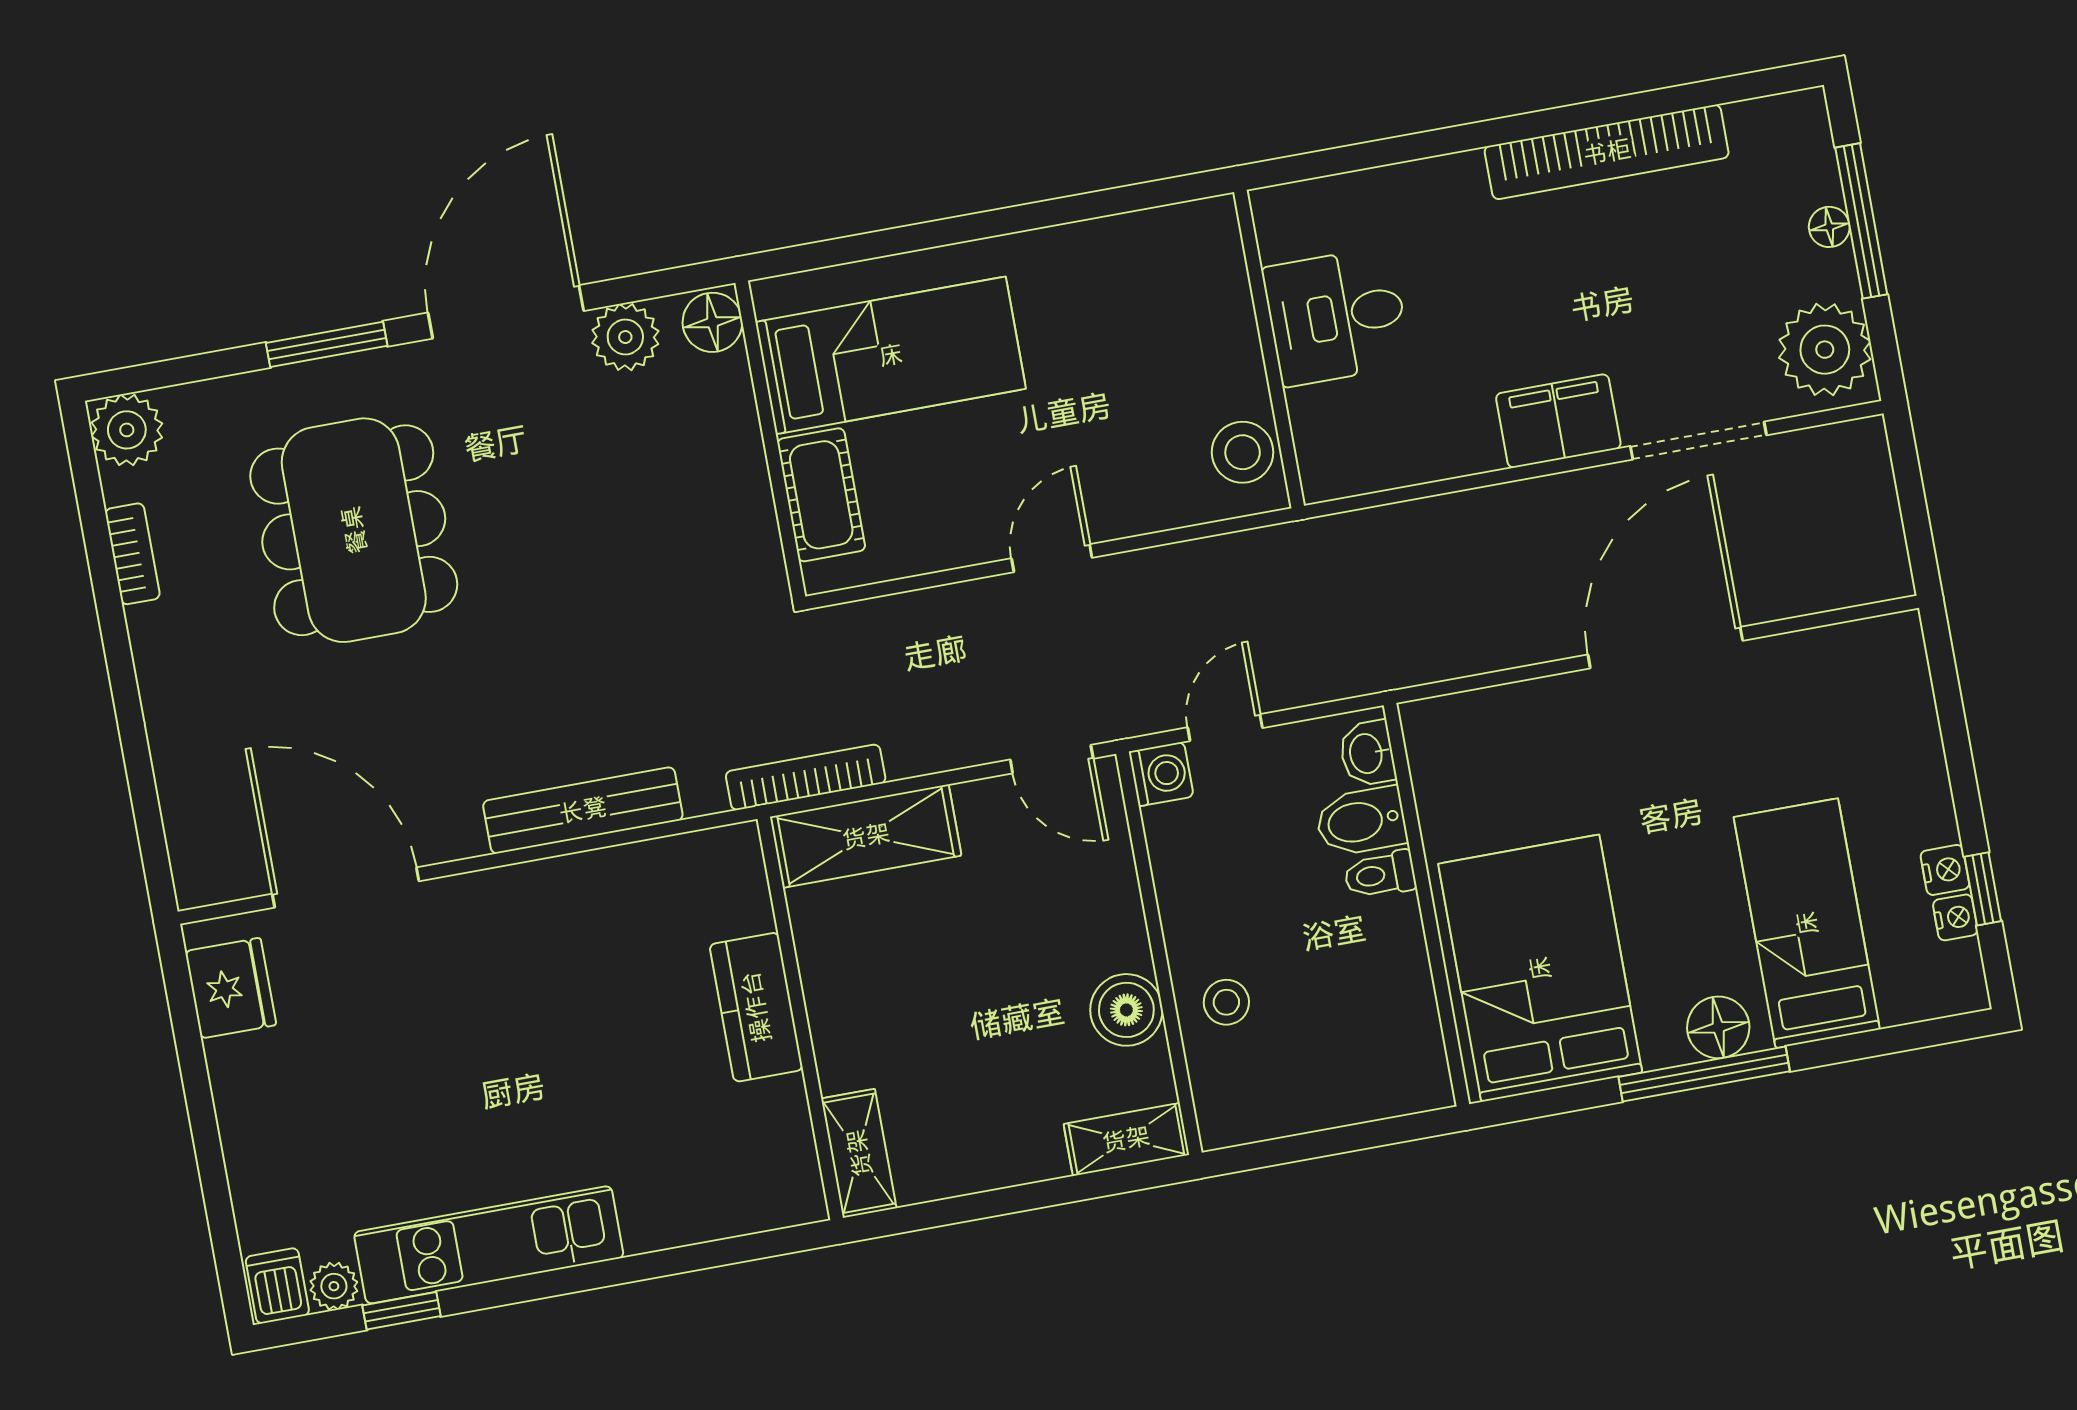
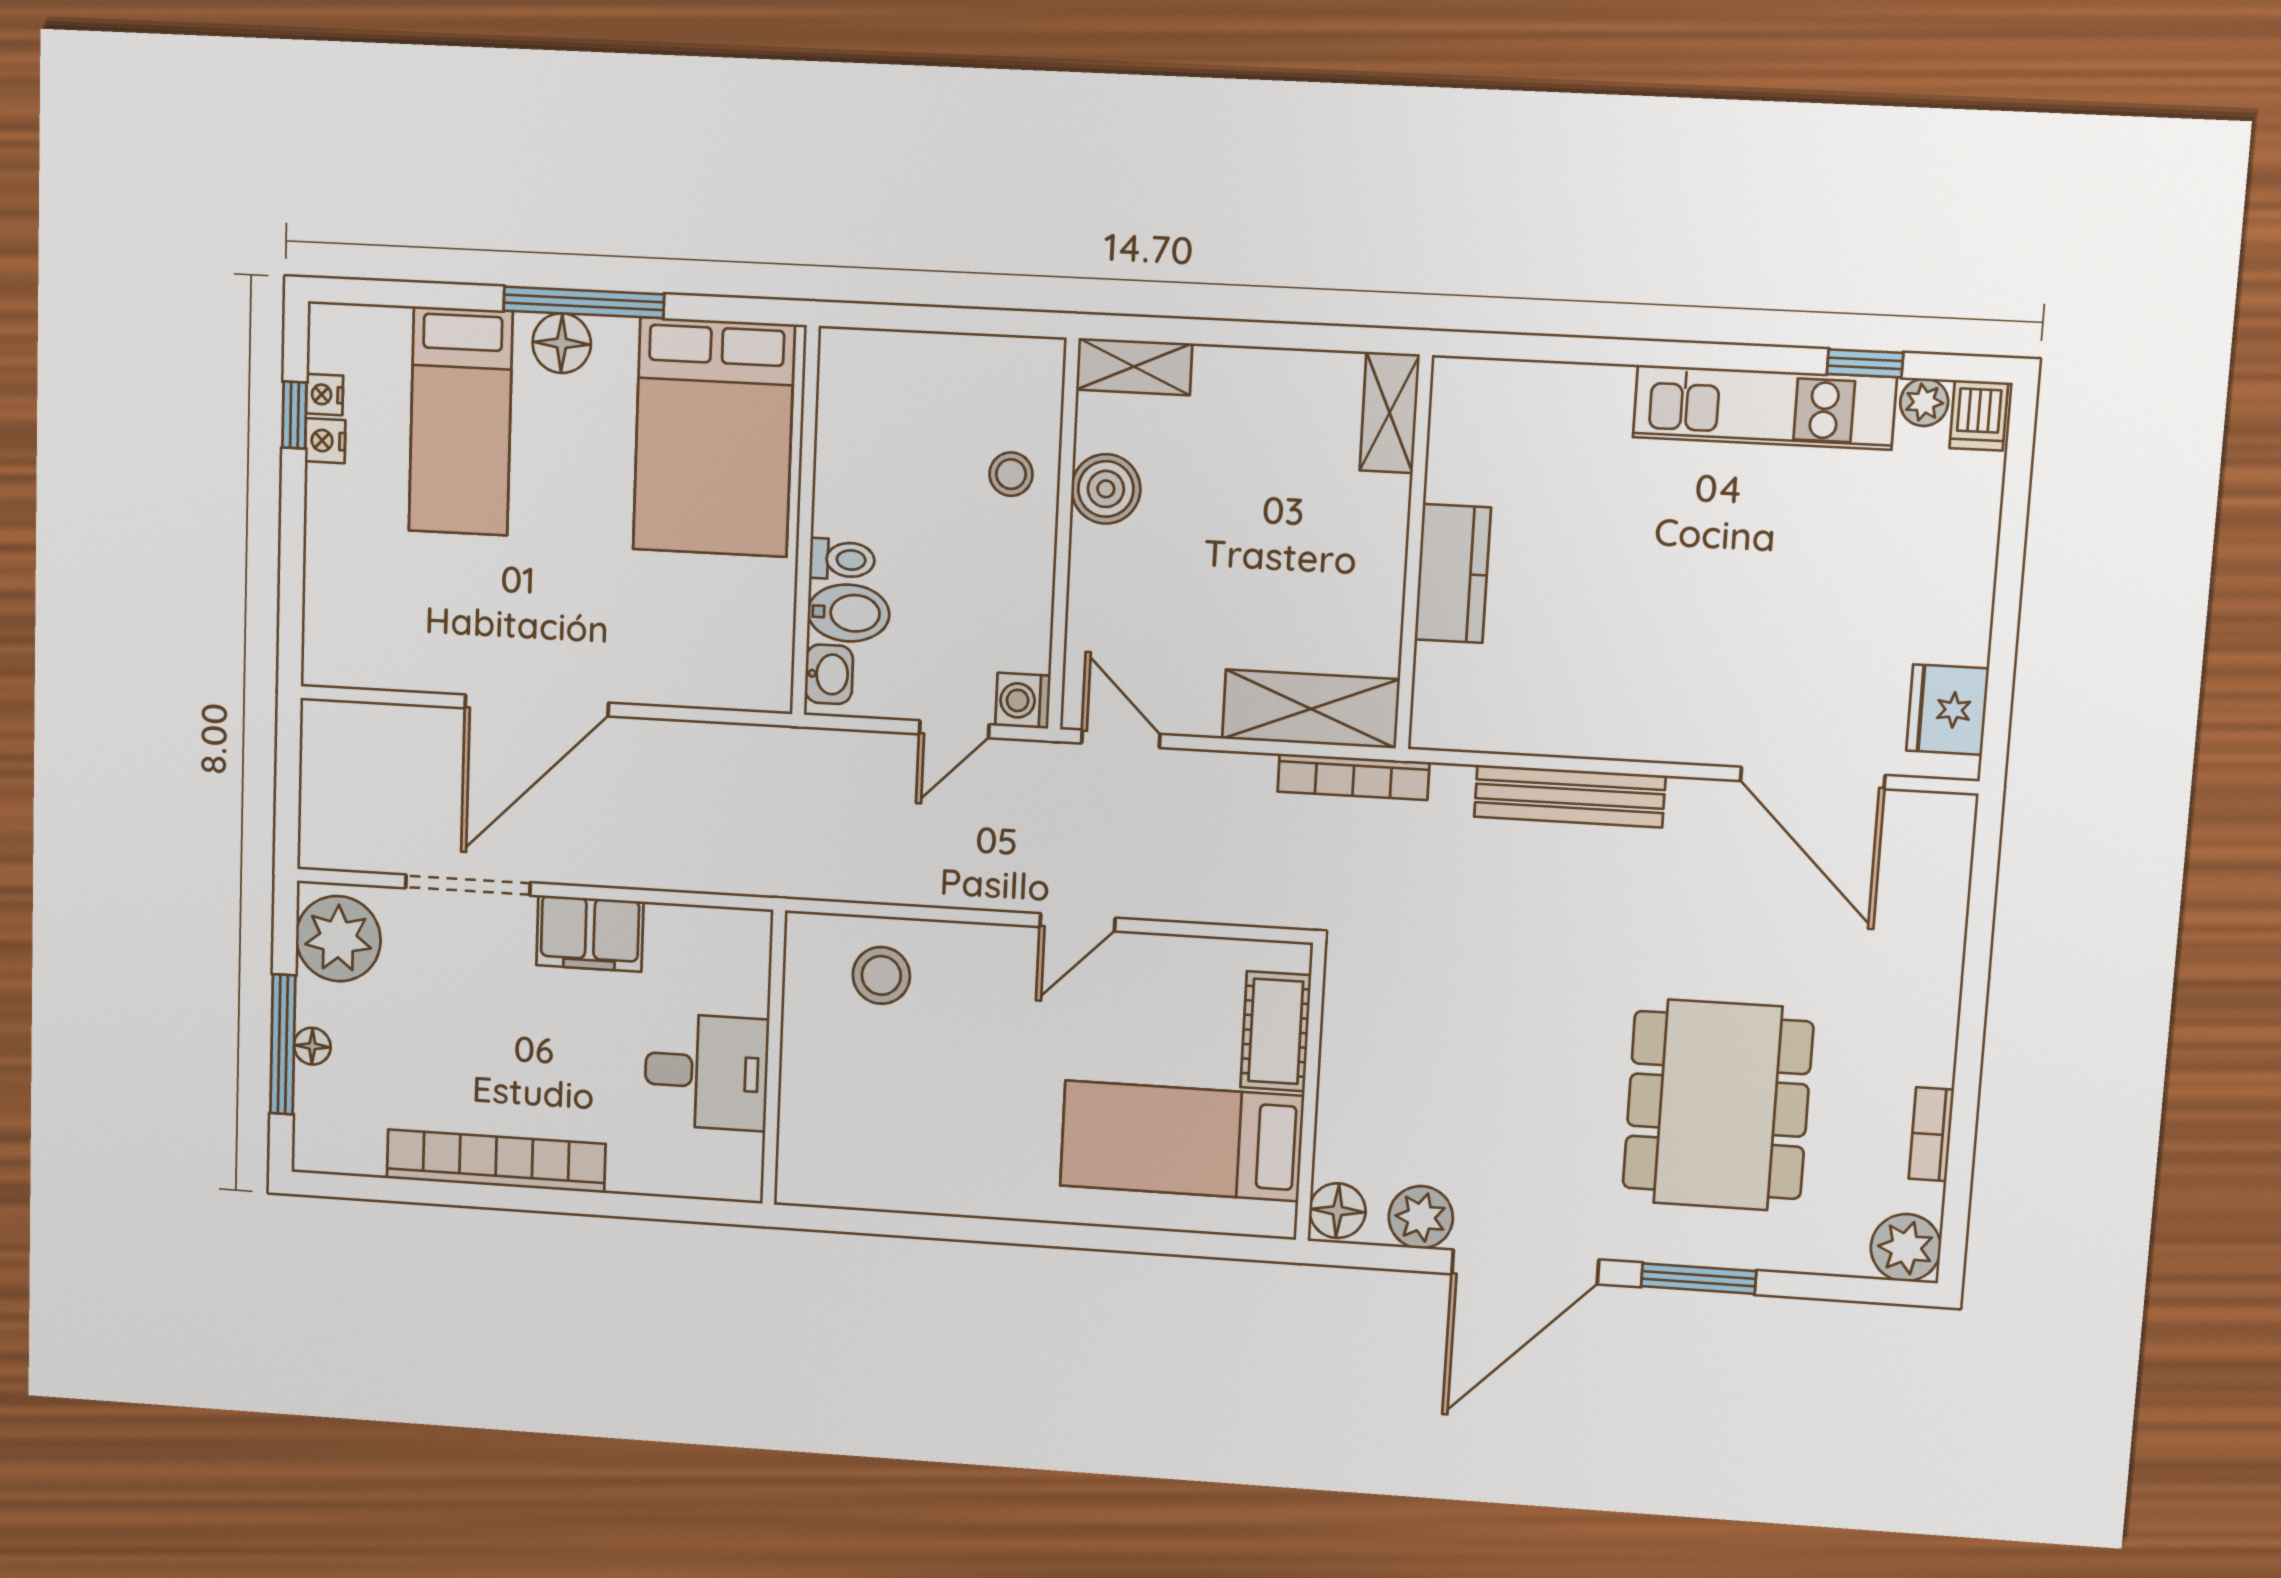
desk: (1337, 316) -> (706, 1072), moved
wall: (1269, 349) -> (774, 1058), moved

